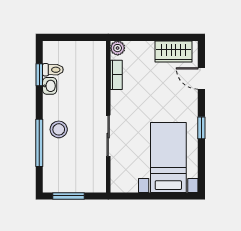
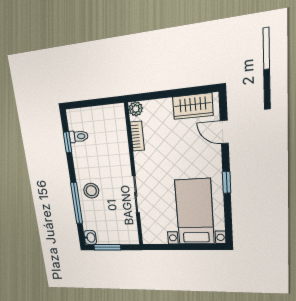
washbasin: (50, 86) -> (90, 238), moved

